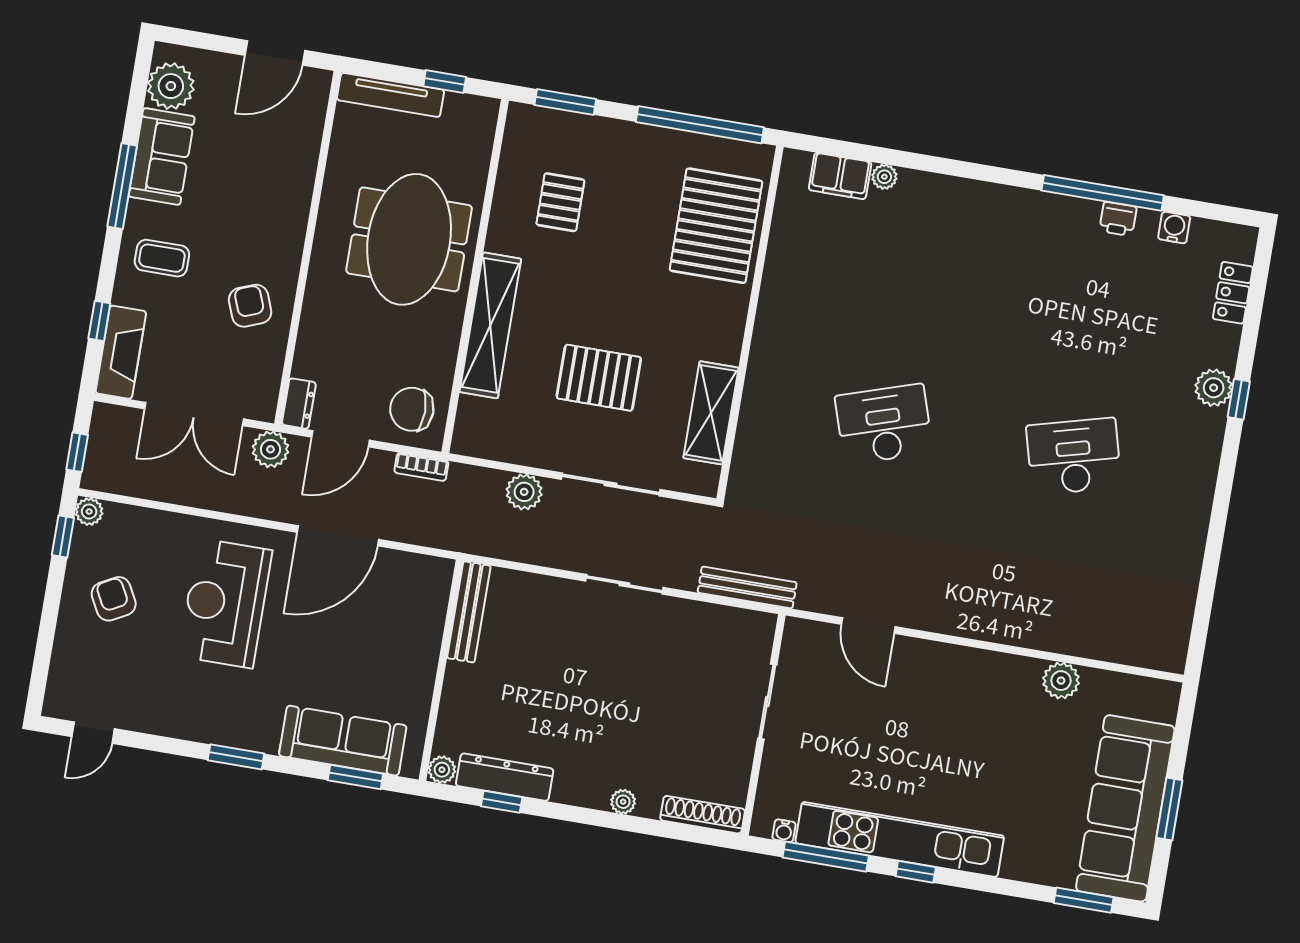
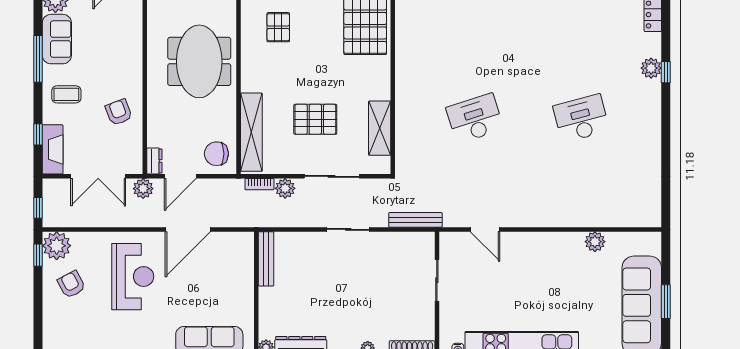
shelving: (490, 325) -> (251, 132), moved
bookcase: (421, 467) -> (259, 184), moved
plant: (89, 512) -> (57, 246), width x1.88, depth x1.88
reception desk: (225, 603) -> (133, 277), turned 180

